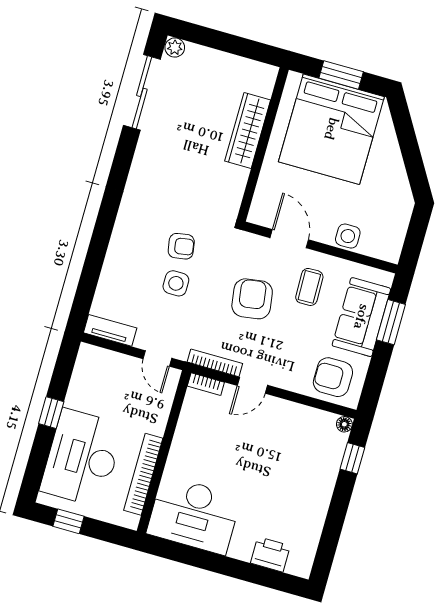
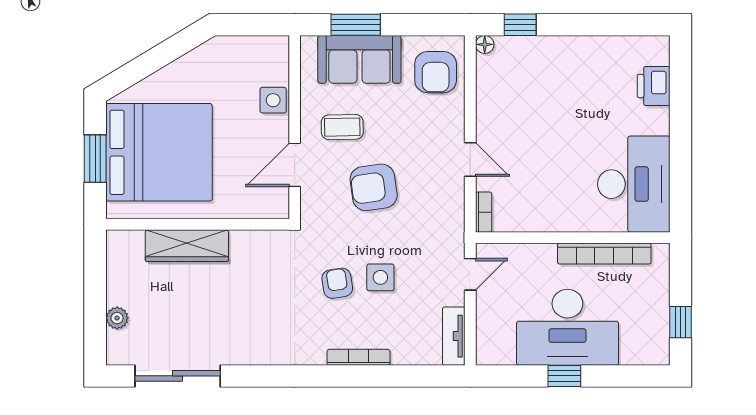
plant: (175, 47) -> (117, 318), moved
bookcase: (215, 363) -> (358, 357), moved, turned 90
desk: (82, 458) -> (567, 327), moved

